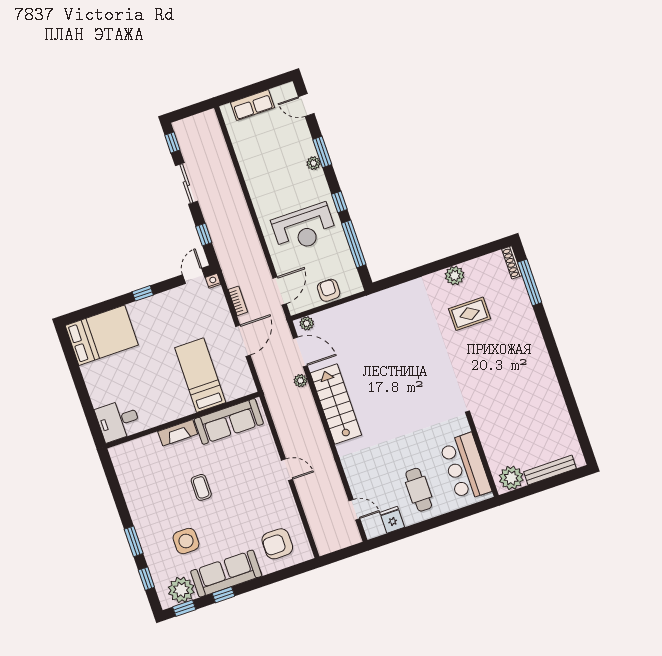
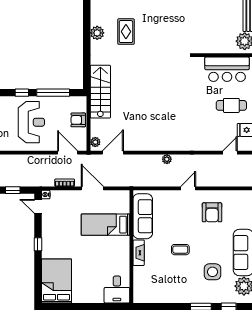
plant: (300, 381) -> (167, 159), moved
stairs: (336, 404) -> (100, 92), moved, turned 90
armchair: (277, 544) -> (212, 212), moved

